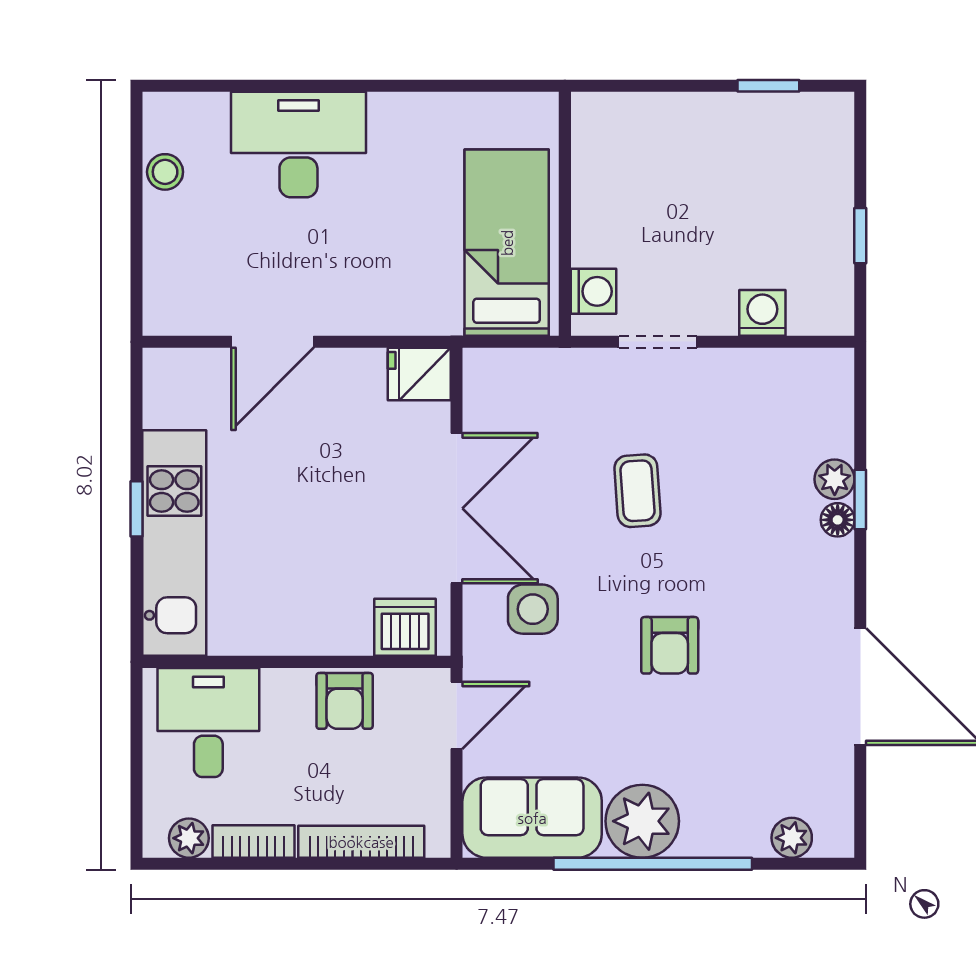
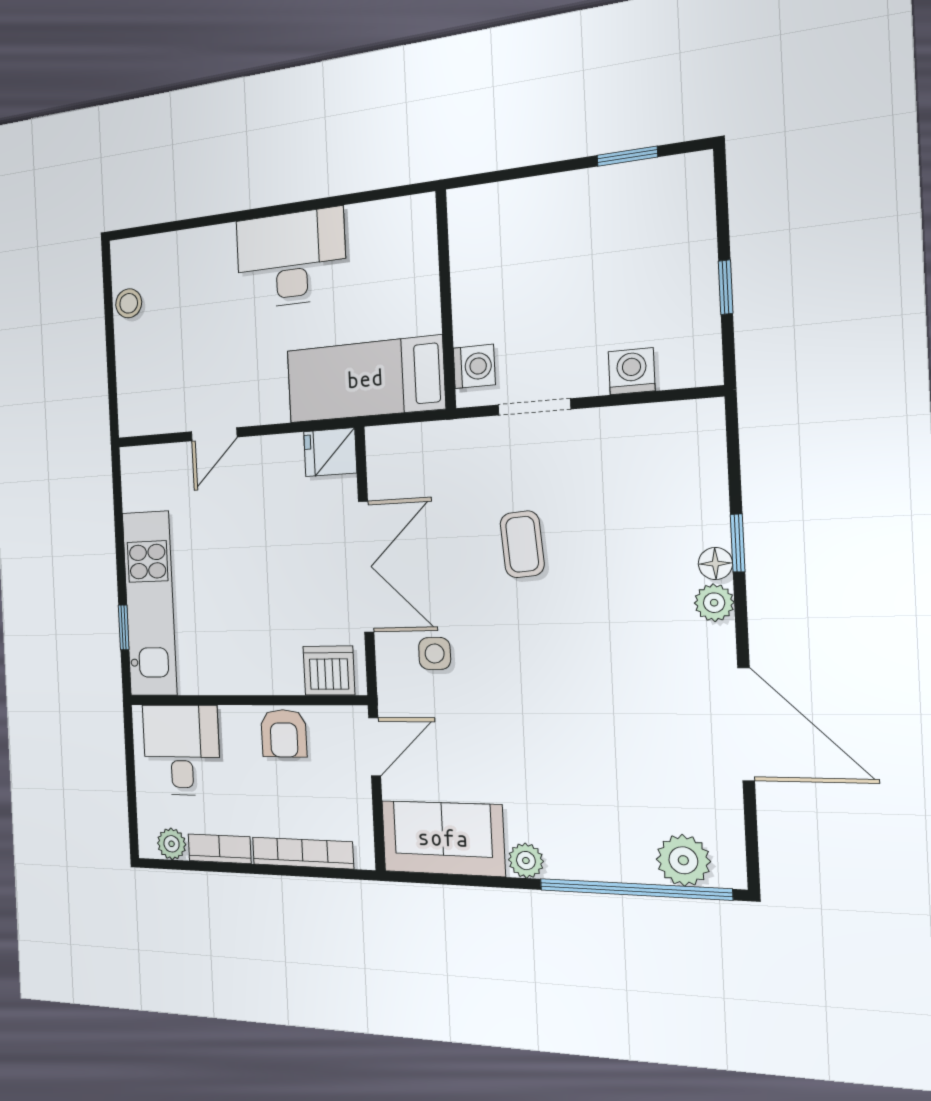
desk: (298, 145) -> (291, 259), moved
bed: (507, 243) -> (365, 379), moved, turned -90
door: (272, 342) -> (214, 434), width x0.73
plant: (835, 479) -> (714, 603), moved
window: (137, 509) -> (124, 627), moved
side table: (533, 609) -> (435, 654), width x0.73, depth x0.73
armchair: (670, 645) -> (558, 685), removed
plant: (642, 821) -> (526, 861), width x0.53, depth x0.53
plant: (792, 838) -> (683, 860), width x1.38, depth x1.38
window: (653, 864) -> (634, 889), moved

